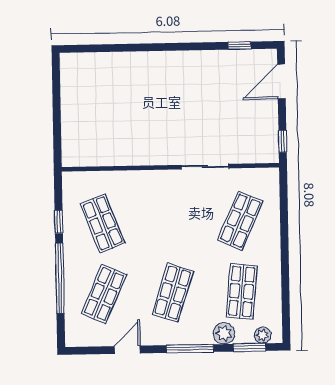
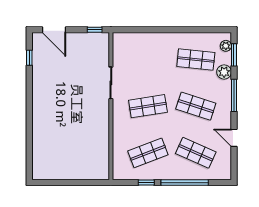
shop shelf: (240, 221) -> (148, 106), moved, turned -33

